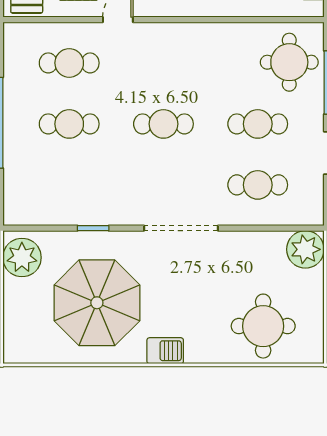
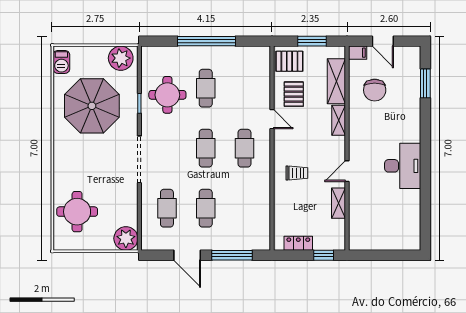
round table: (289, 62) -> (167, 95), moved
cafe table: (69, 63) -> (244, 148), moved
barbecue: (165, 351) -> (61, 62), moved

